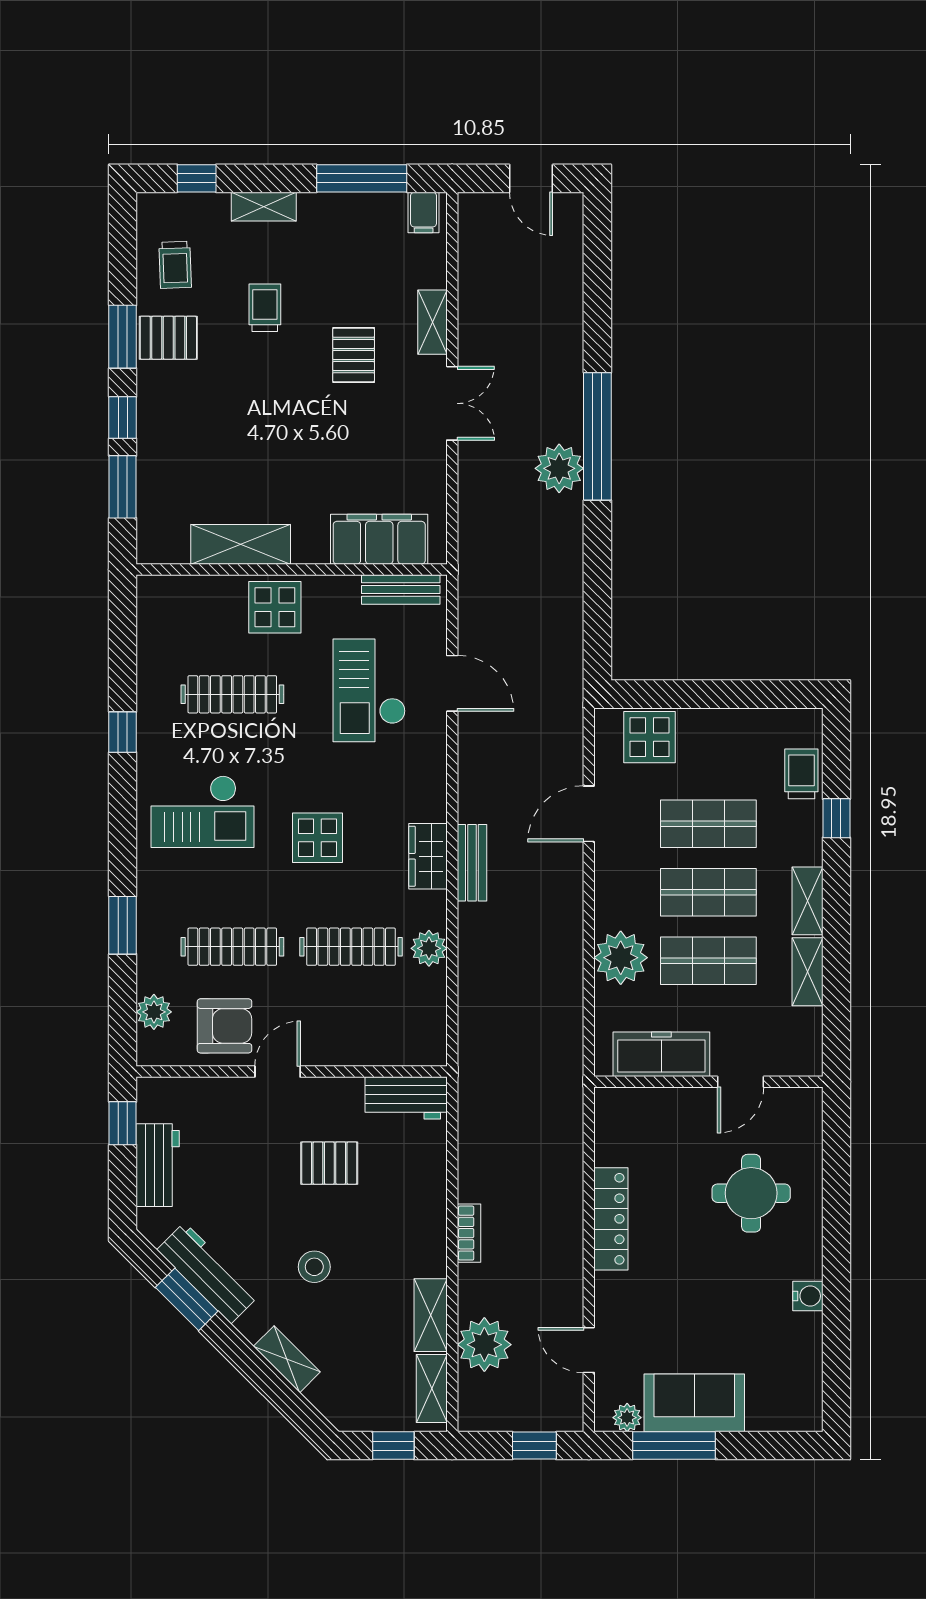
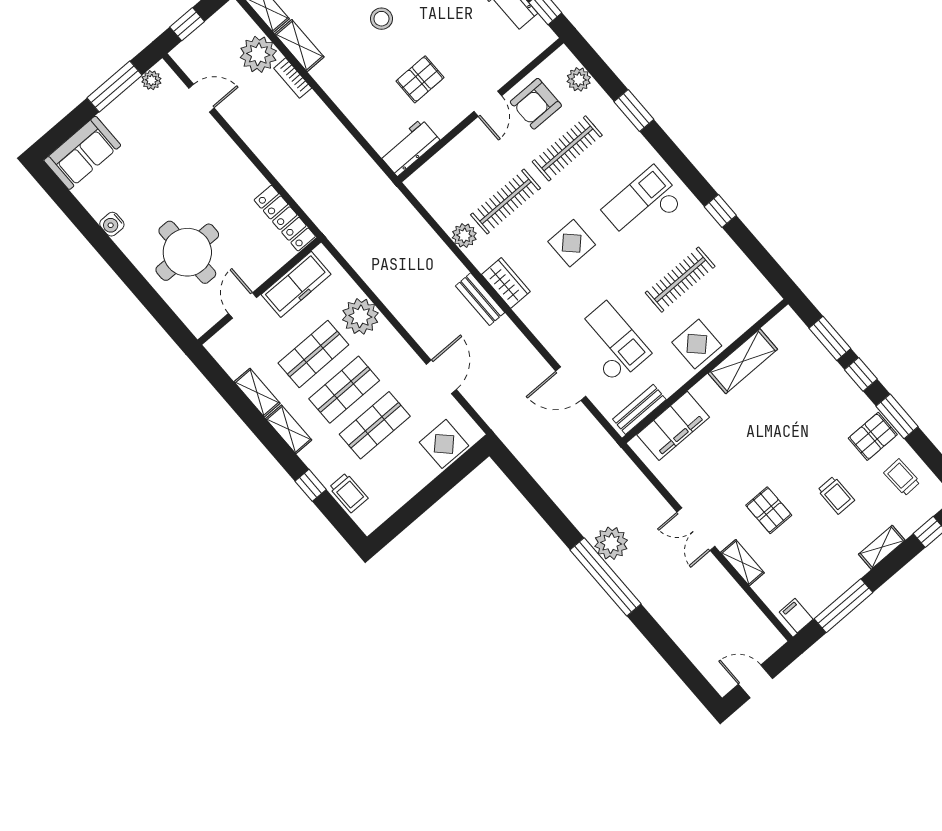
round table: (751, 1193) -> (187, 252), width x1.36, depth x1.36
locker: (611, 1219) -> (285, 218), moved
bookcase: (469, 1233) -> (293, 78), moved
sofa: (694, 1403) -> (82, 153), moved

